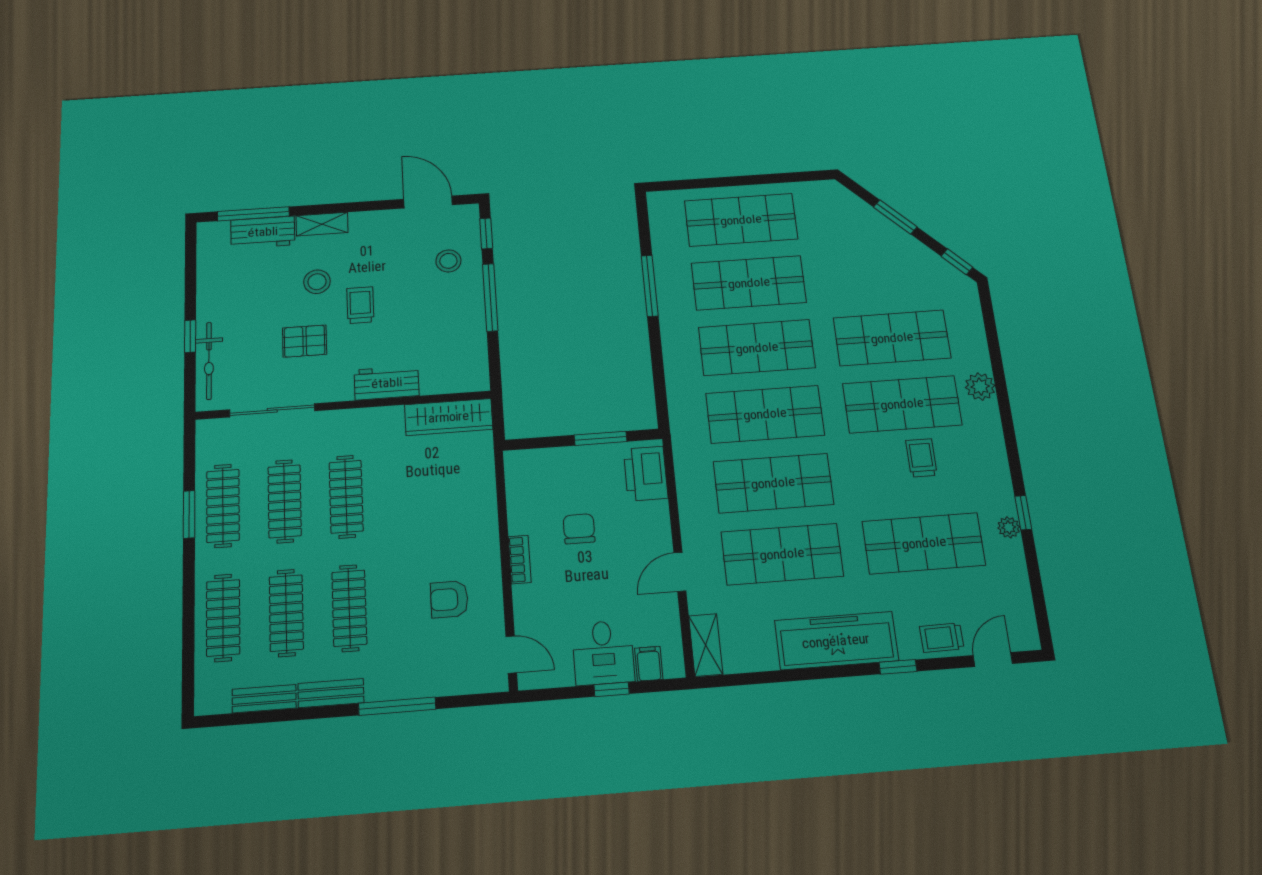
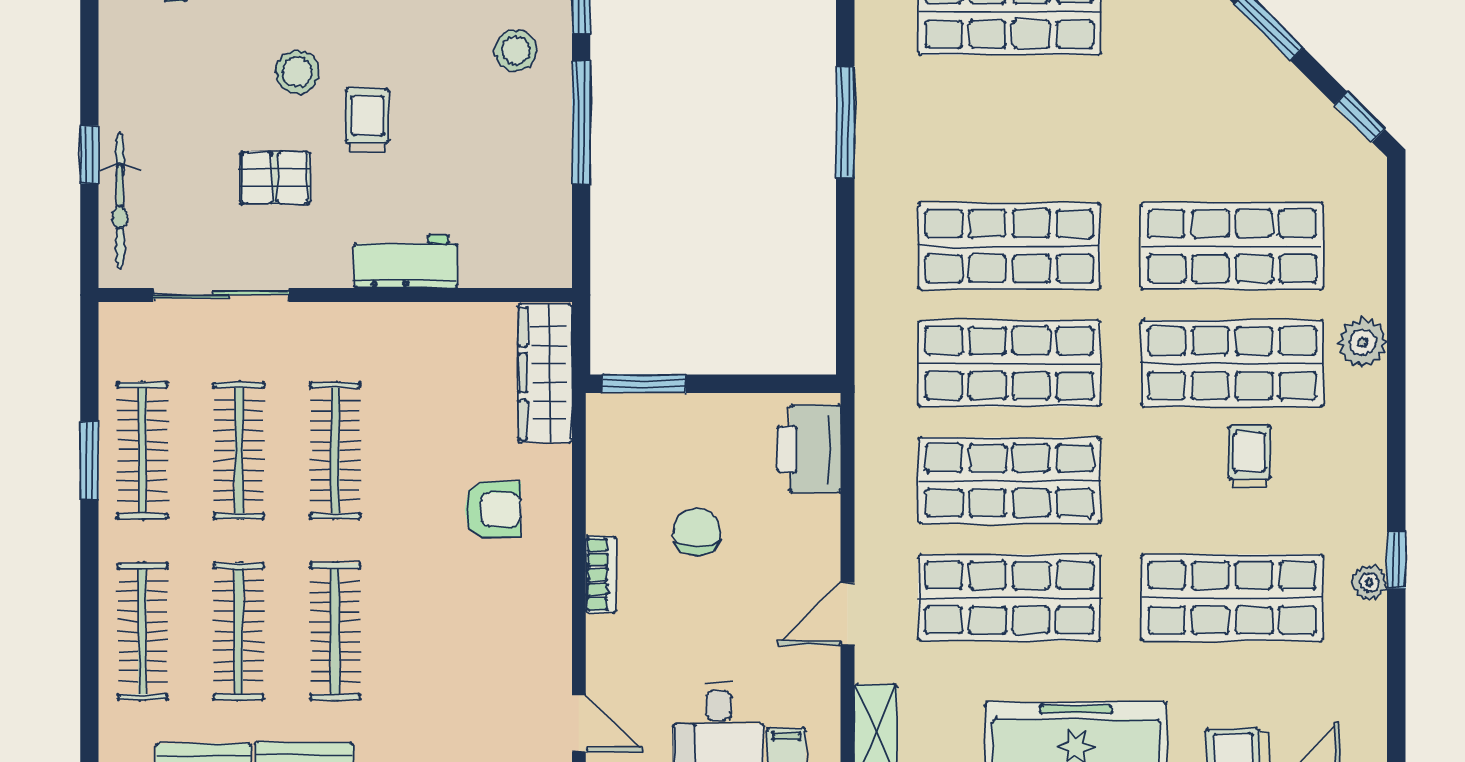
shop shelf: (749, 283) -> (1009, 129), removed
wardrobe: (449, 417) -> (545, 373), moved, turned 90
window: (601, 438) -> (644, 384), moved
armchair: (449, 599) -> (493, 510), moved, turned 180

